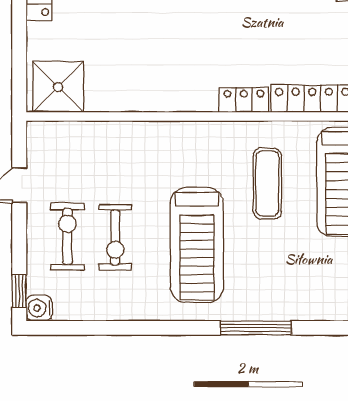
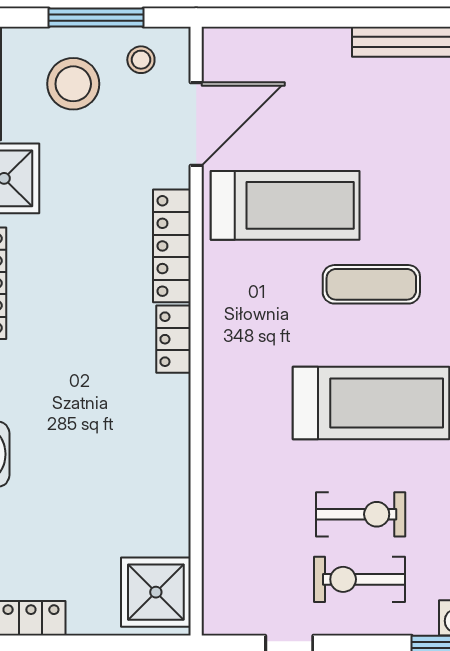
exercise mat: (267, 184) -> (371, 284), moved

